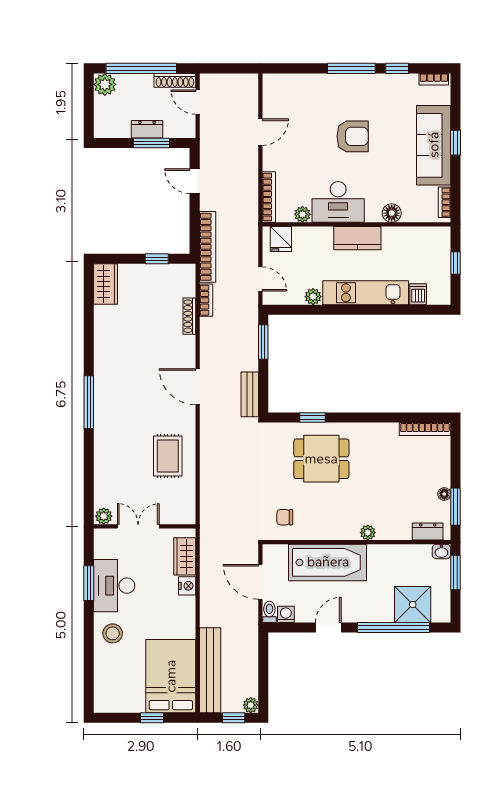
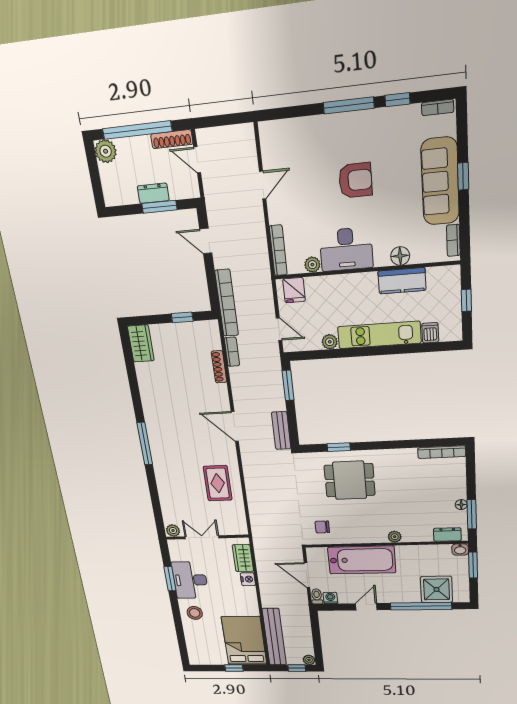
kitchen counter: (357, 238) -> (402, 281), moved

